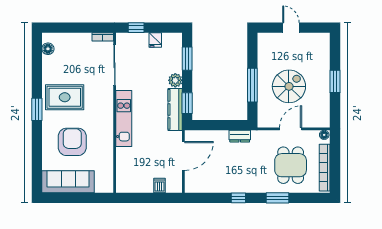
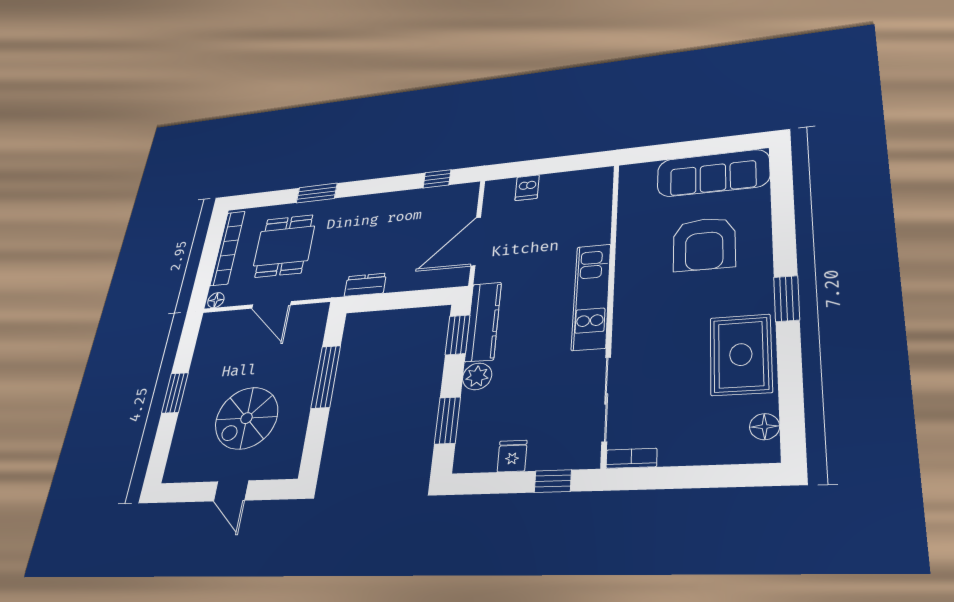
spiral stairs: (289, 86) -> (247, 418), moved
rug: (65, 97) -> (741, 355), moved, turned 90
door: (291, 129) -> (271, 305), hinge flipped
window: (238, 198) -> (437, 179), moved

